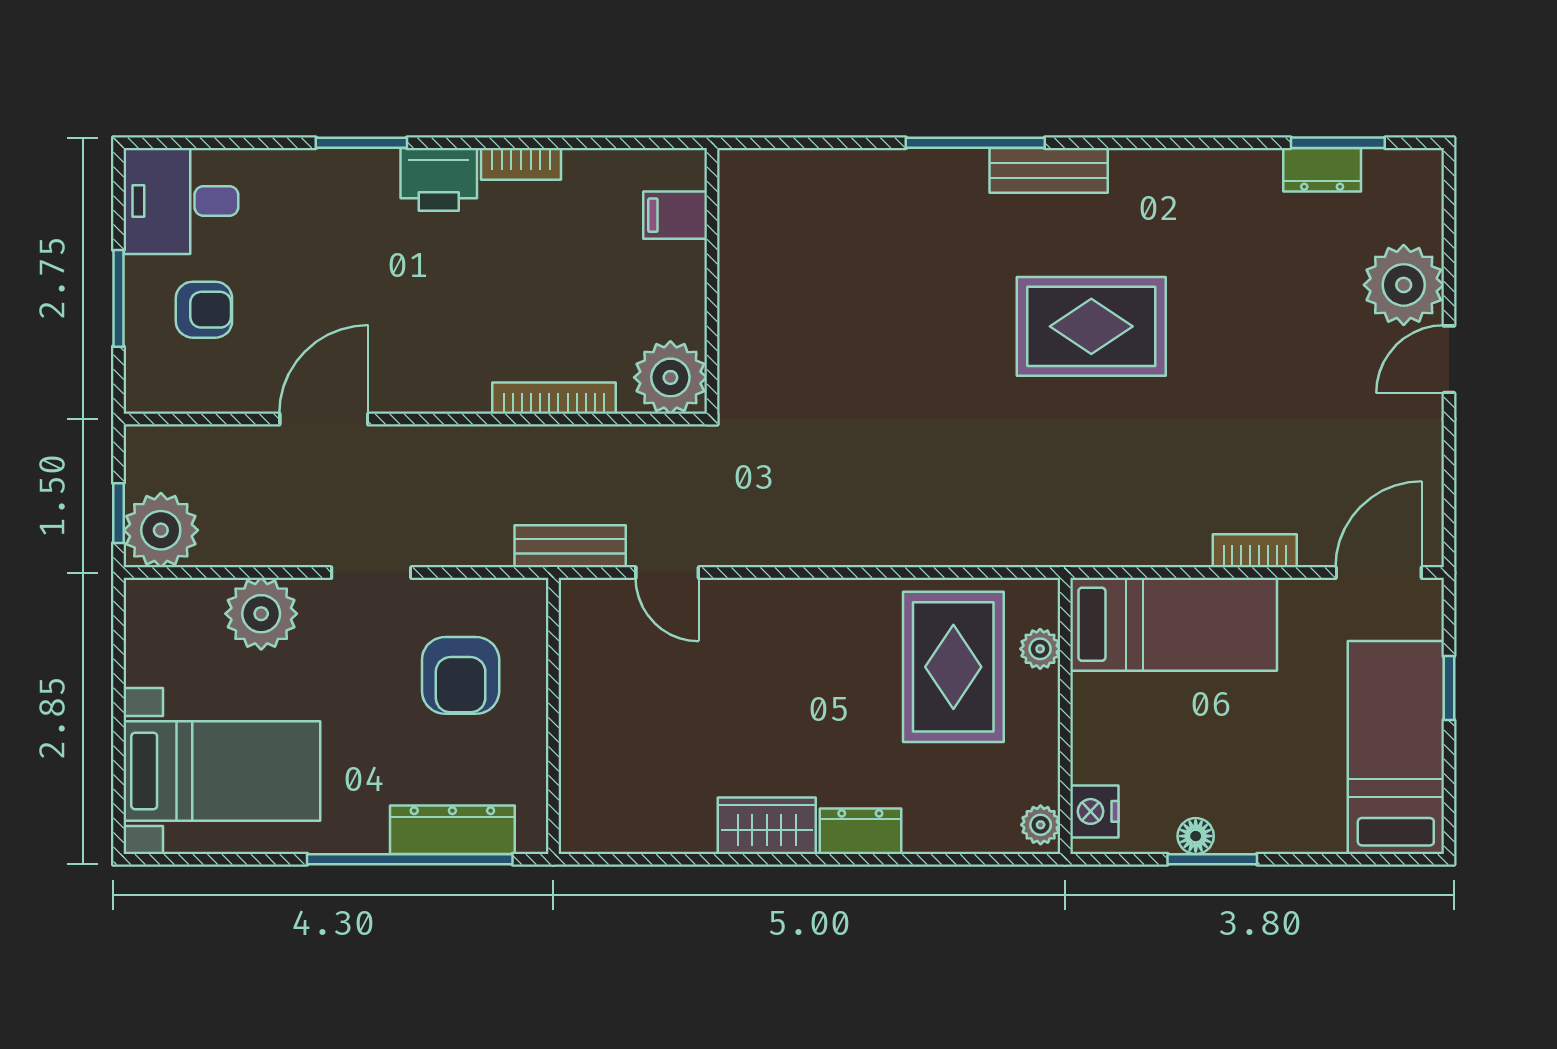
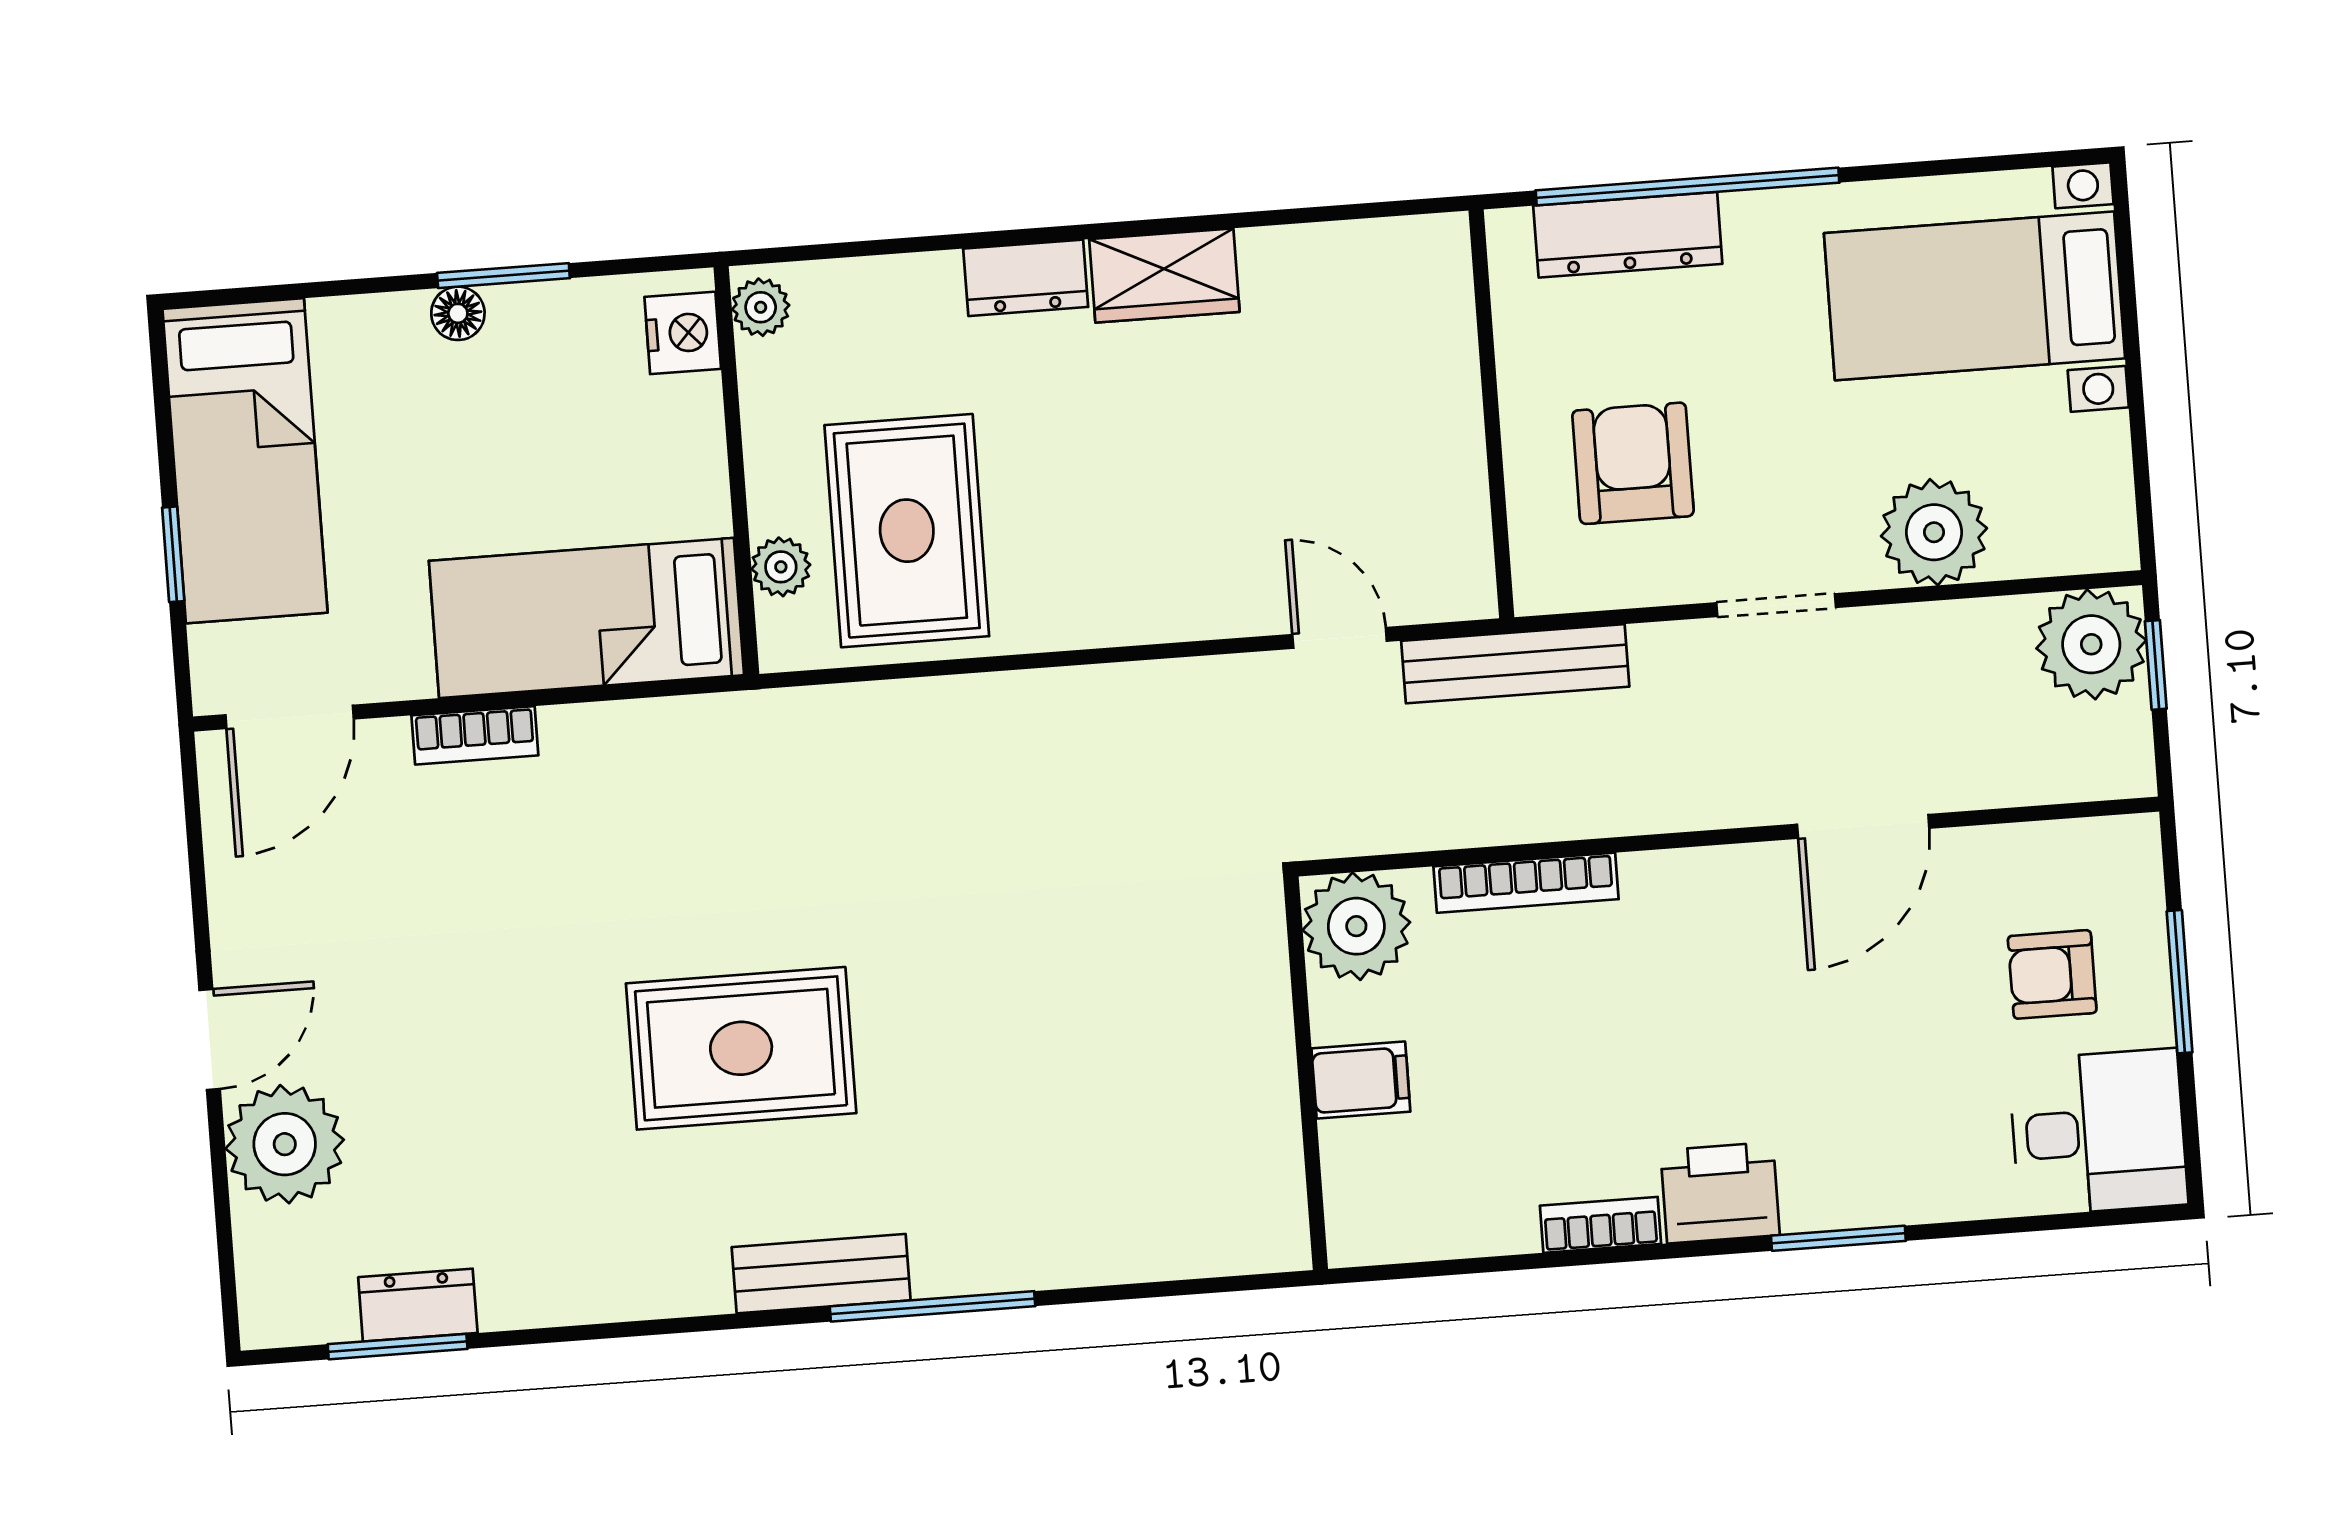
filing cabinet: (675, 215) -> (1361, 1080), moved
bench: (570, 546) -> (1515, 664), width x1.36
floor lamp: (1196, 836) -> (458, 313), moved

